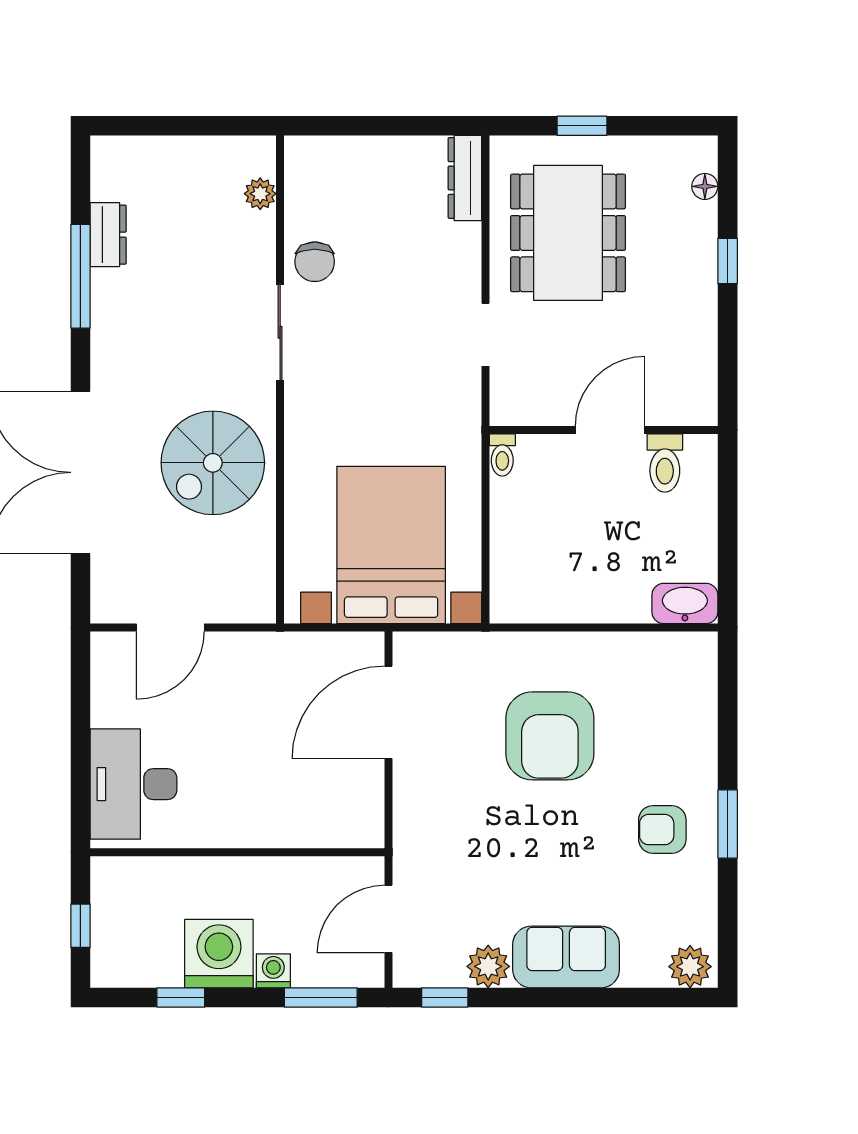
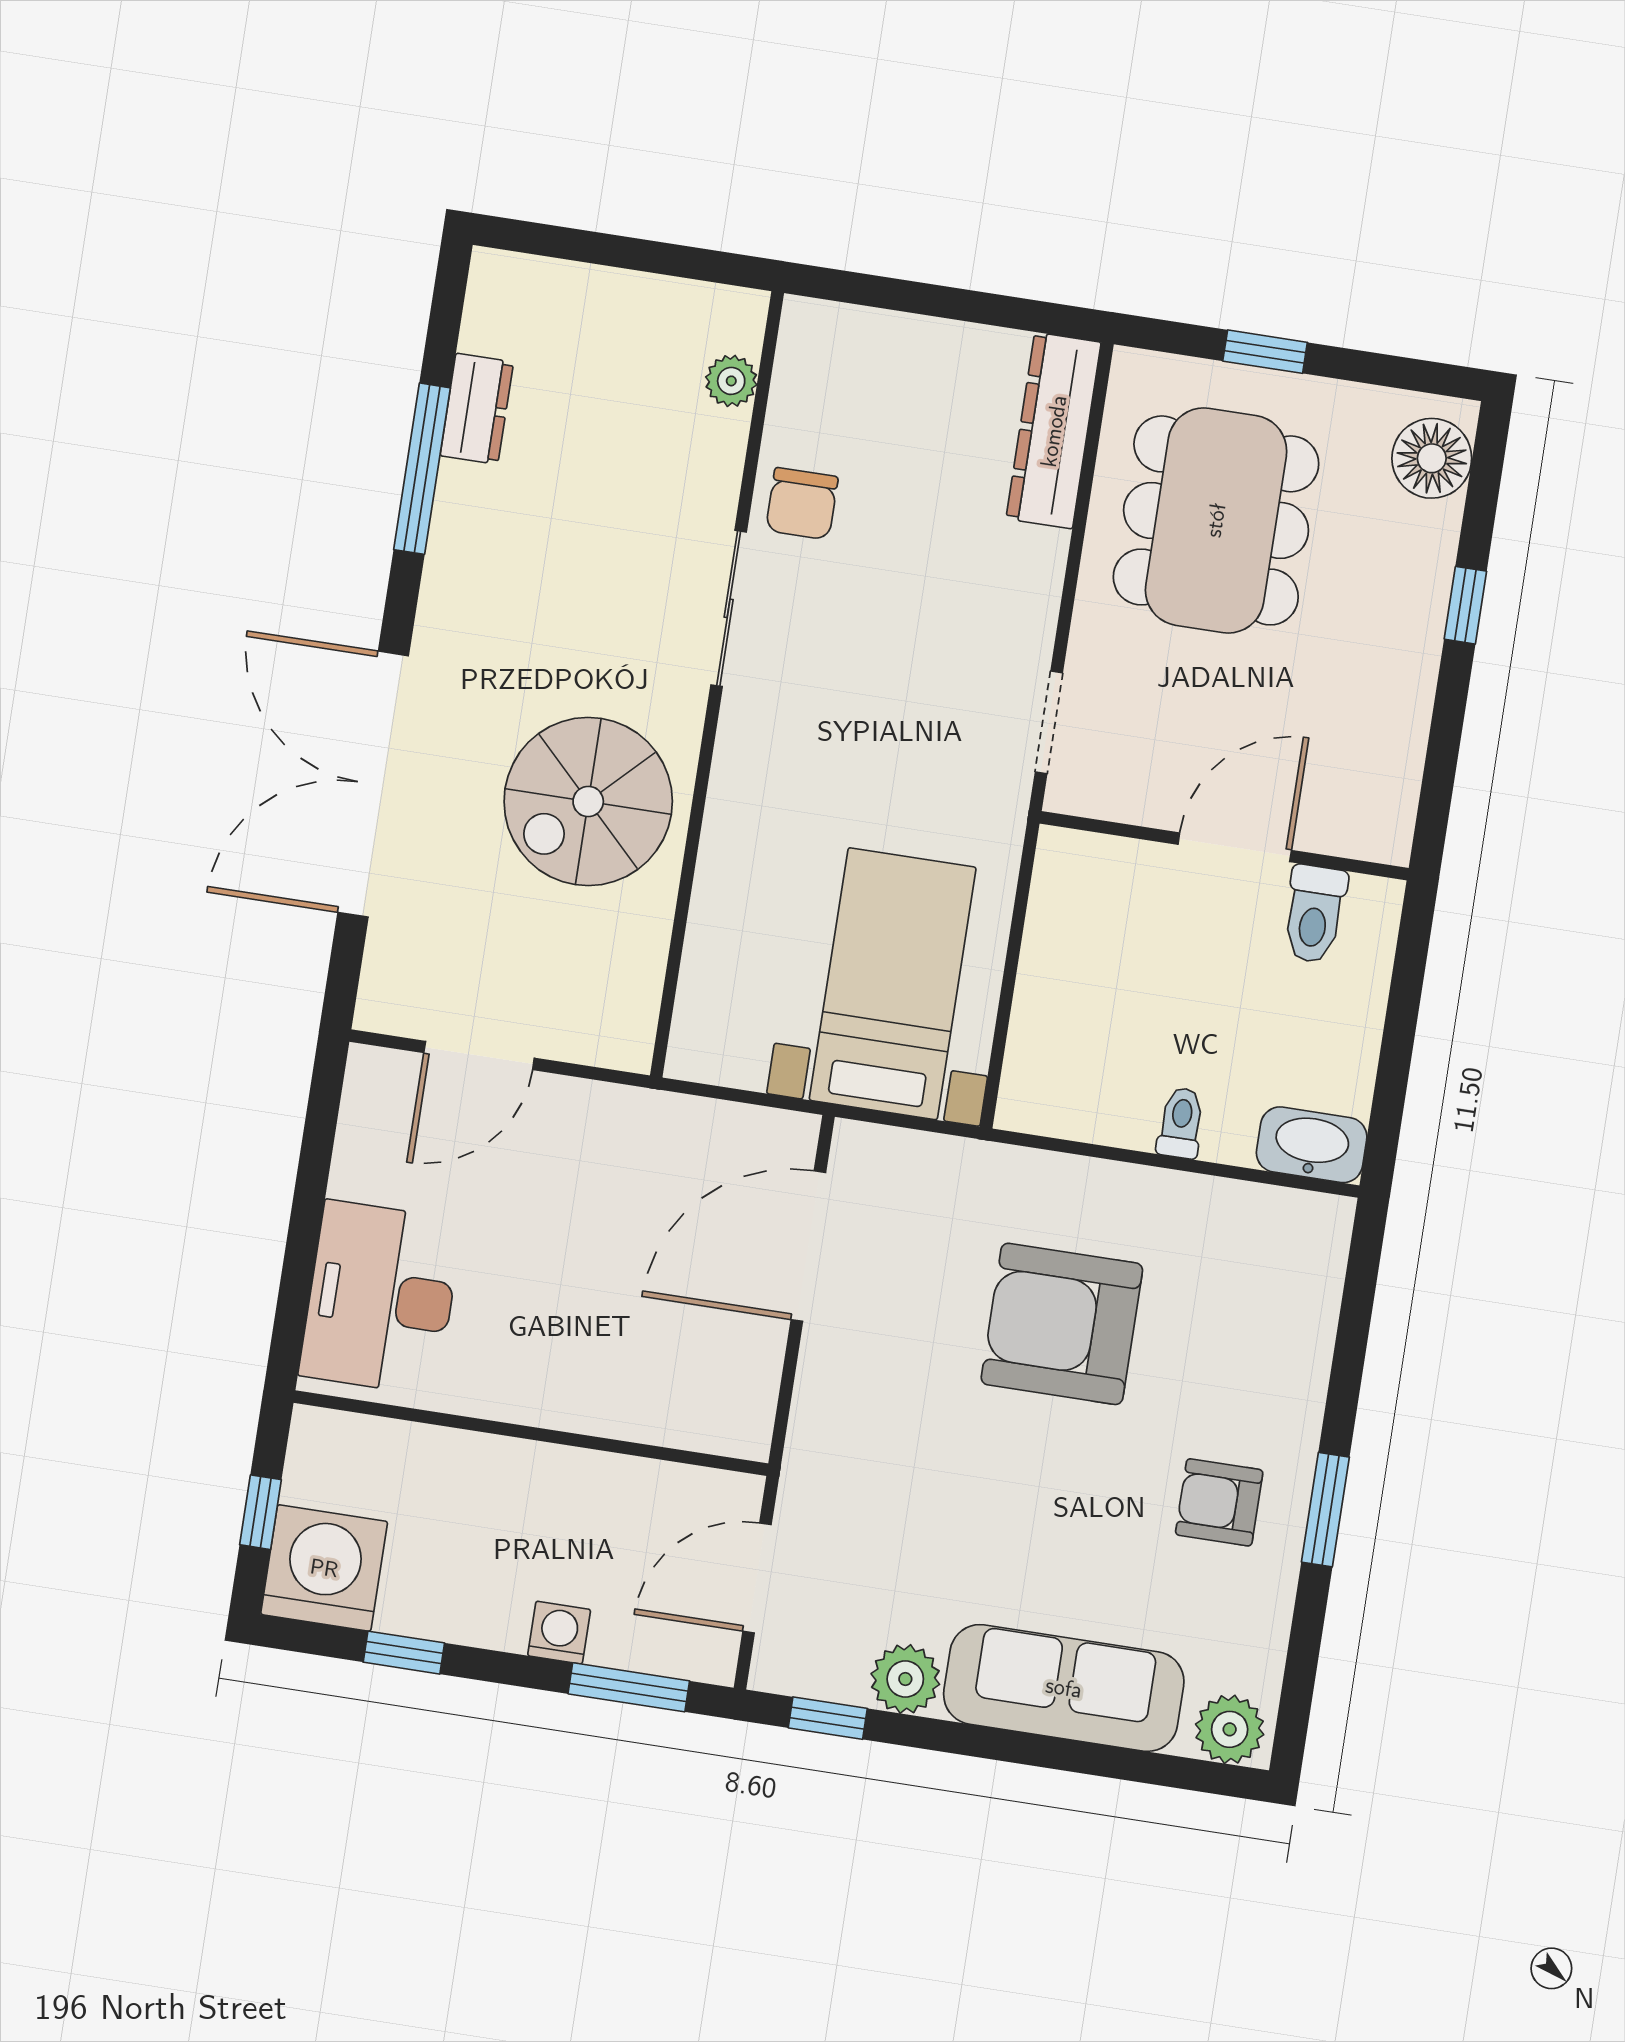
dresser: (465, 178) -> (1054, 431), width x1.37, depth x1.24
floor lamp: (705, 186) -> (1432, 458), width x1.89, depth x1.89
doorway: (485, 335) -> (1049, 722), moved
toilet: (502, 455) -> (1181, 1123), moved, turned 180
bed with nightstands: (391, 545) -> (893, 984), width x0.73
armchair: (550, 736) -> (1062, 1324), turned 90
washing machine: (219, 954) -> (324, 1568), moved
sofa: (566, 957) -> (1064, 1688), width x1.36

